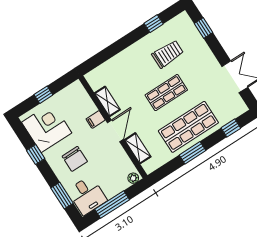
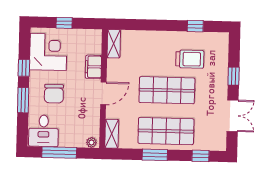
window: (203, 28) -> (234, 76), moved
shop shelf: (166, 93) -> (167, 90), width x1.43, depth x1.36
shelving: (107, 101) -> (114, 44), moved
filing cabinet: (96, 119) -> (93, 67), width x2.00
shelving: (138, 148) -> (112, 134), moved
window: (62, 196) -> (23, 100), moved

